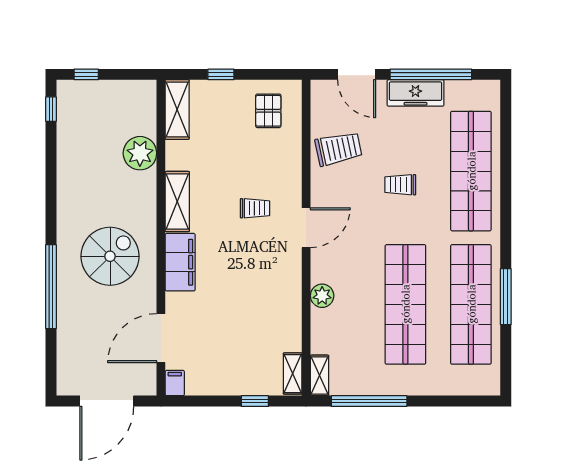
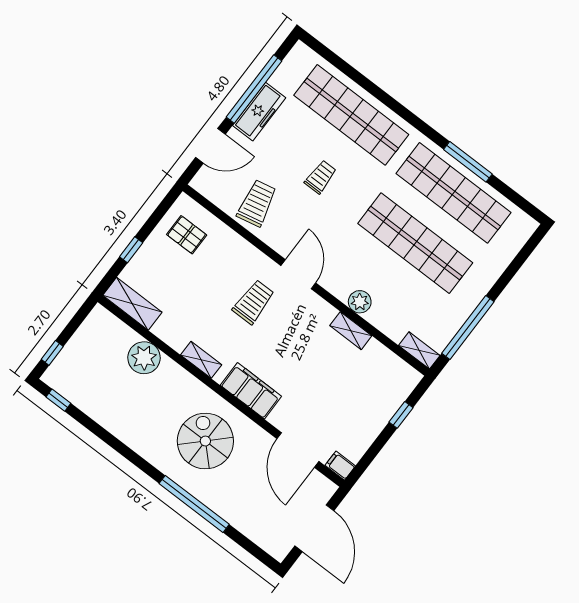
trolley: (400, 185) -> (320, 177), turned 180
shelving: (177, 202) -> (201, 360), width x0.67, depth x0.75
trolley: (255, 208) -> (253, 302), width x1.36, depth x1.39
shelving: (293, 374) -> (351, 331), moved

